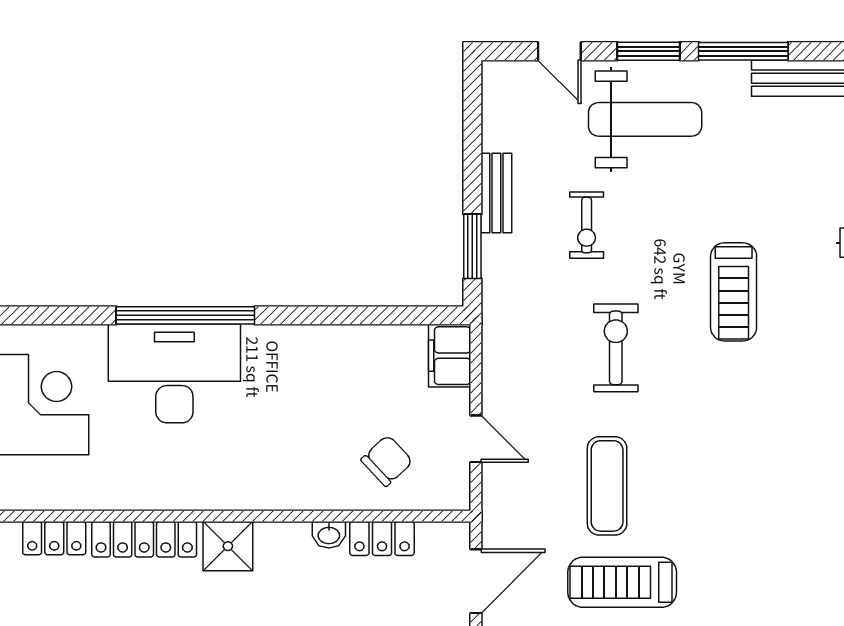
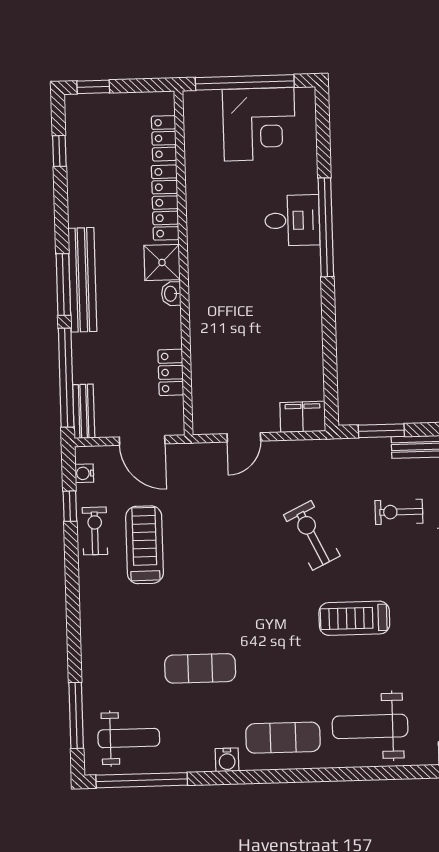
exercise bike: (616, 348) -> (312, 535), turned -116
desk: (174, 374) -> (292, 220), width x0.53, depth x0.77
chair: (387, 461) -> (226, 374), removed
exercise mat: (607, 486) -> (200, 668), moved
washbasin: (329, 535) -> (171, 294), moved

